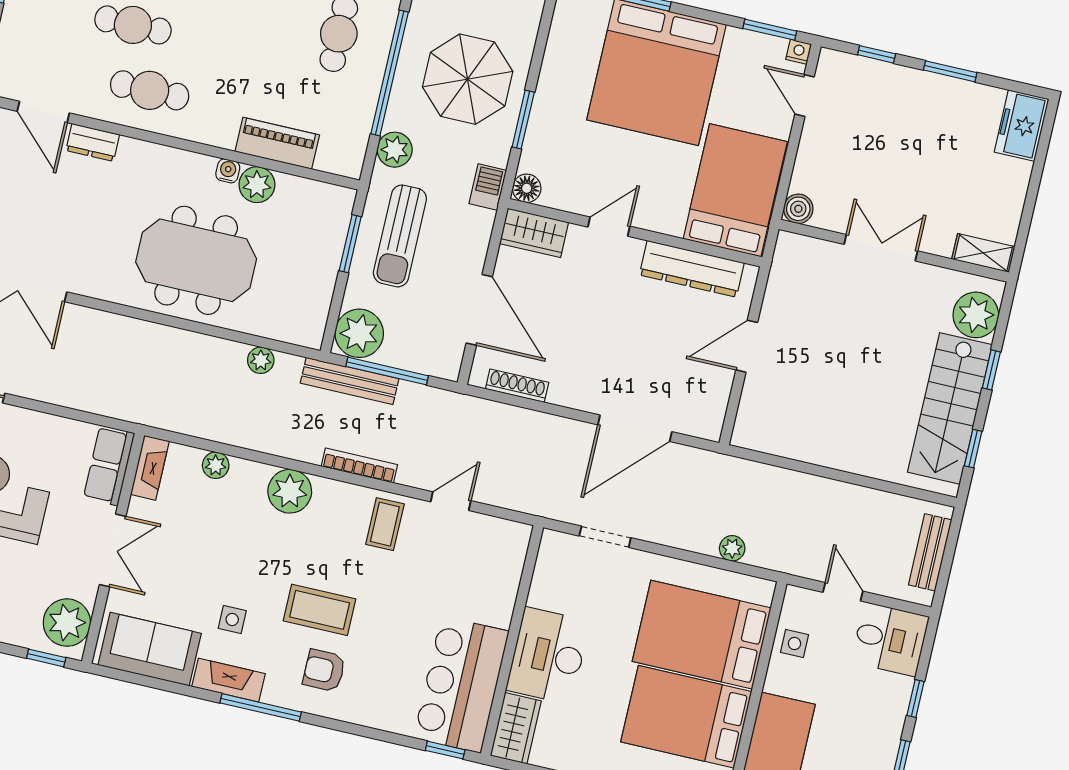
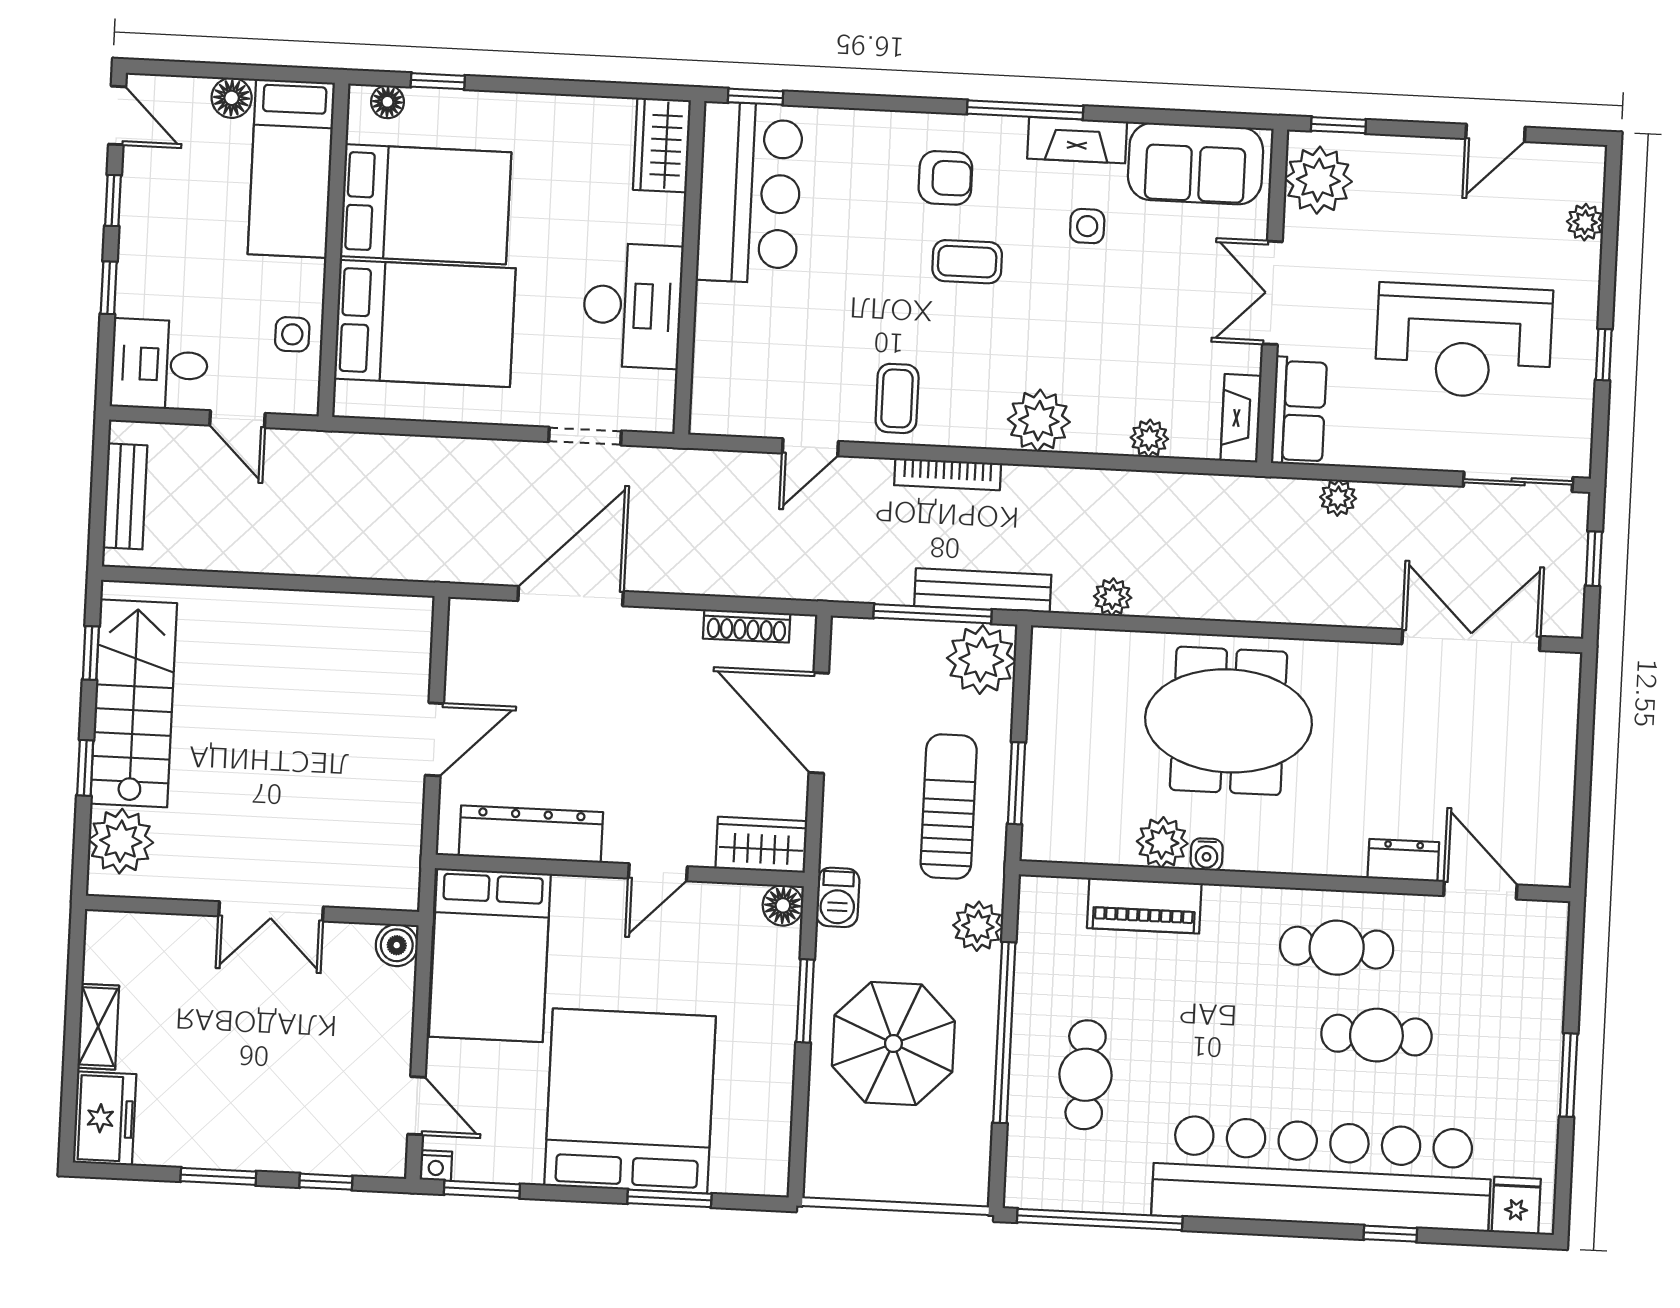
shelving: (983, 253) -> (98, 1027), moved, turned 90
plant: (732, 548) -> (1338, 498), moved
coffee table: (320, 610) -> (967, 262), width x0.73, depth x0.77
desk: (548, 656) -> (632, 306), moved

